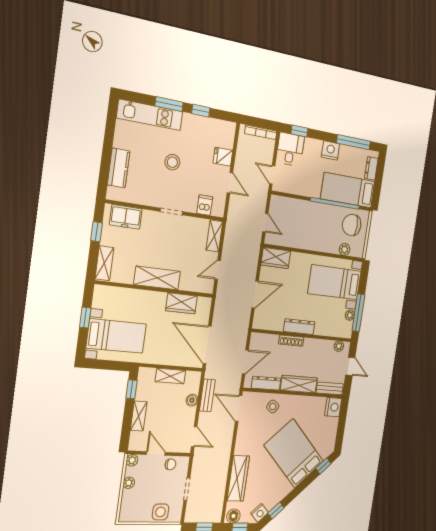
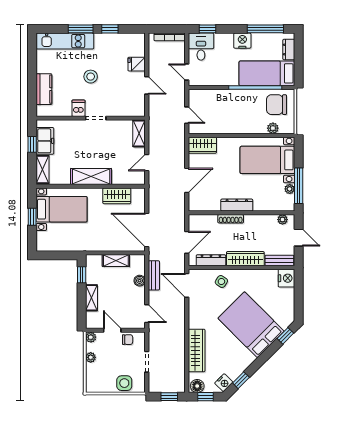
dishwasher: (205, 205) -> (78, 108), moved
freezer: (126, 217) -> (45, 141), moved, turned -90
bed with nightstands: (116, 336) -> (62, 209), moved

